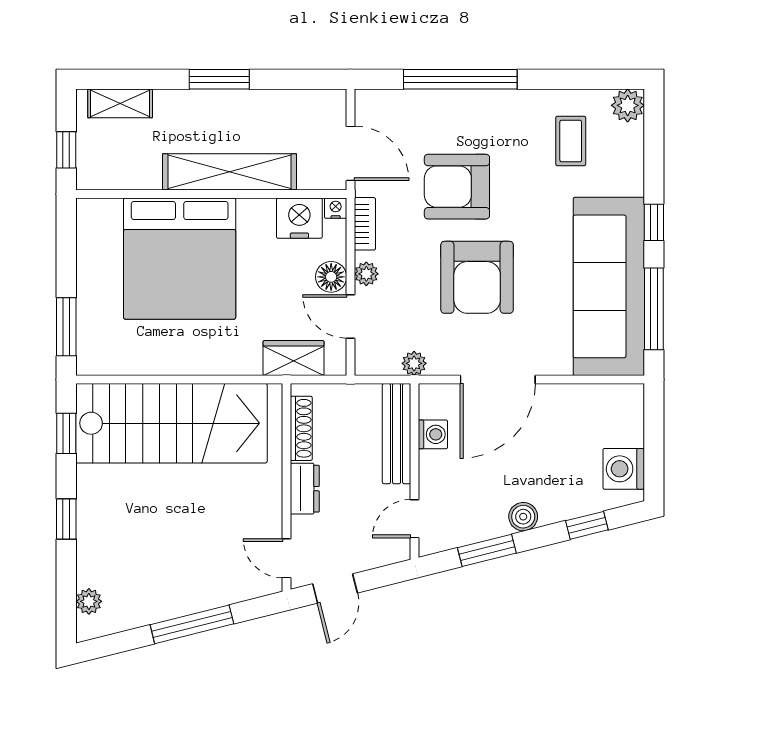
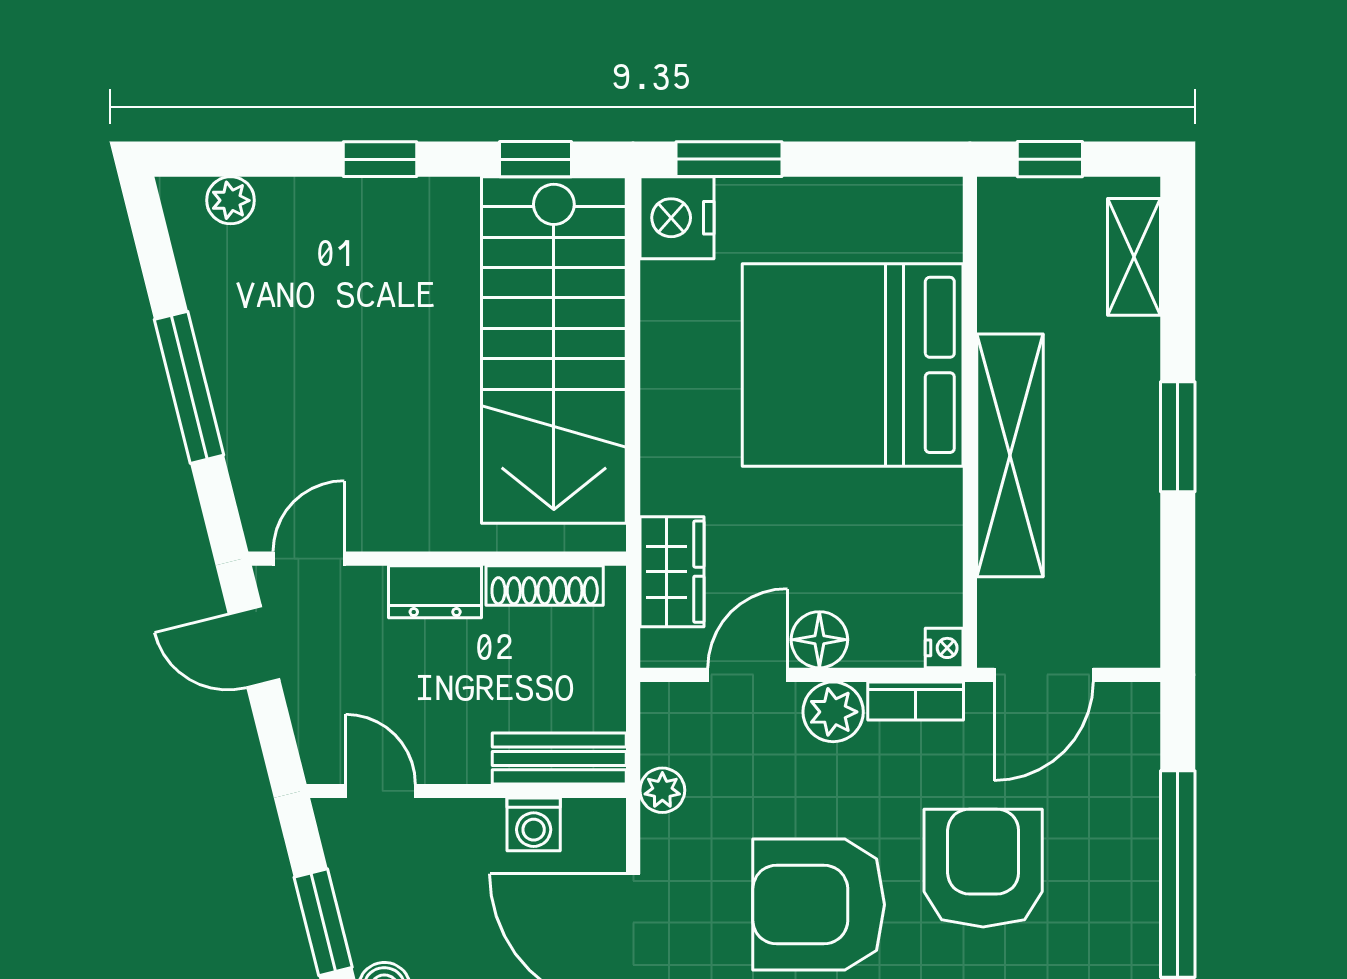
nightstand: (299, 218) -> (677, 218), moved, turned 180
plant: (366, 274) -> (833, 712), width x1.38, depth x1.38
bench: (397, 434) -> (559, 758), width x0.73

